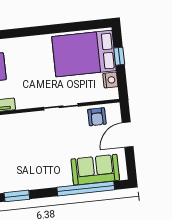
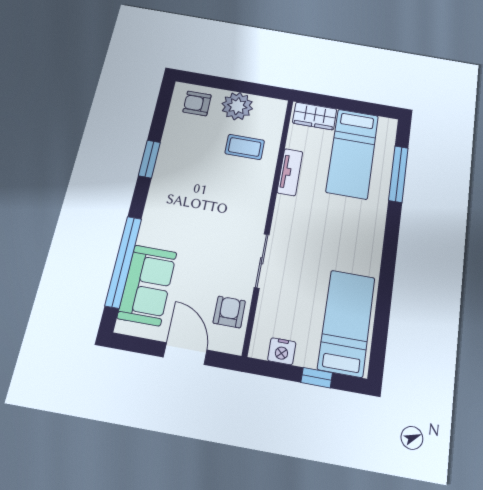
bed: (84, 54) -> (347, 323), width x0.67
armchair: (97, 117) -> (229, 312), turned 90

